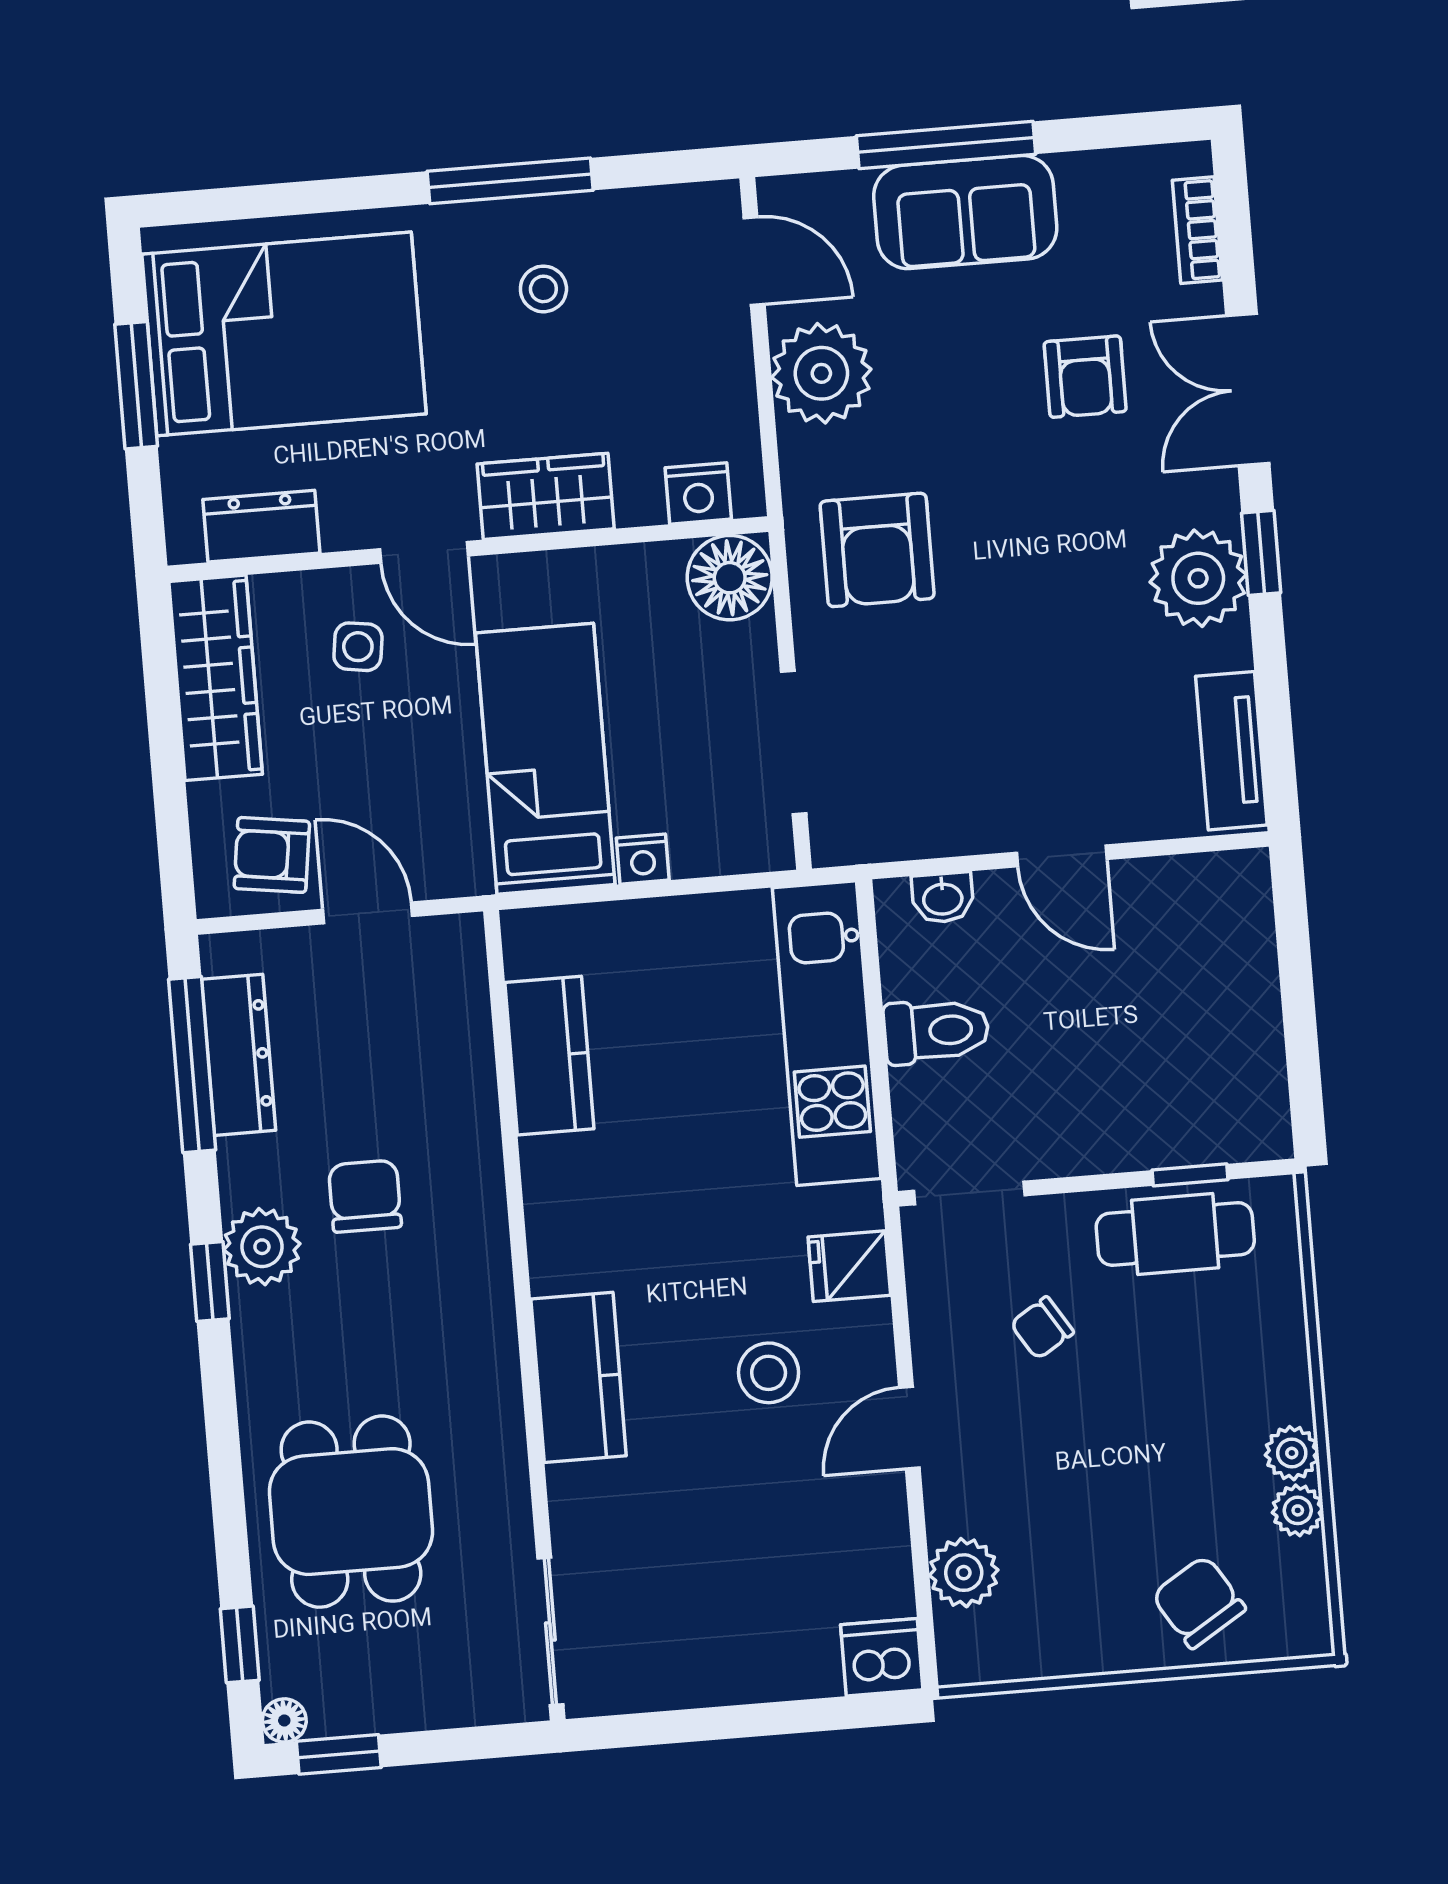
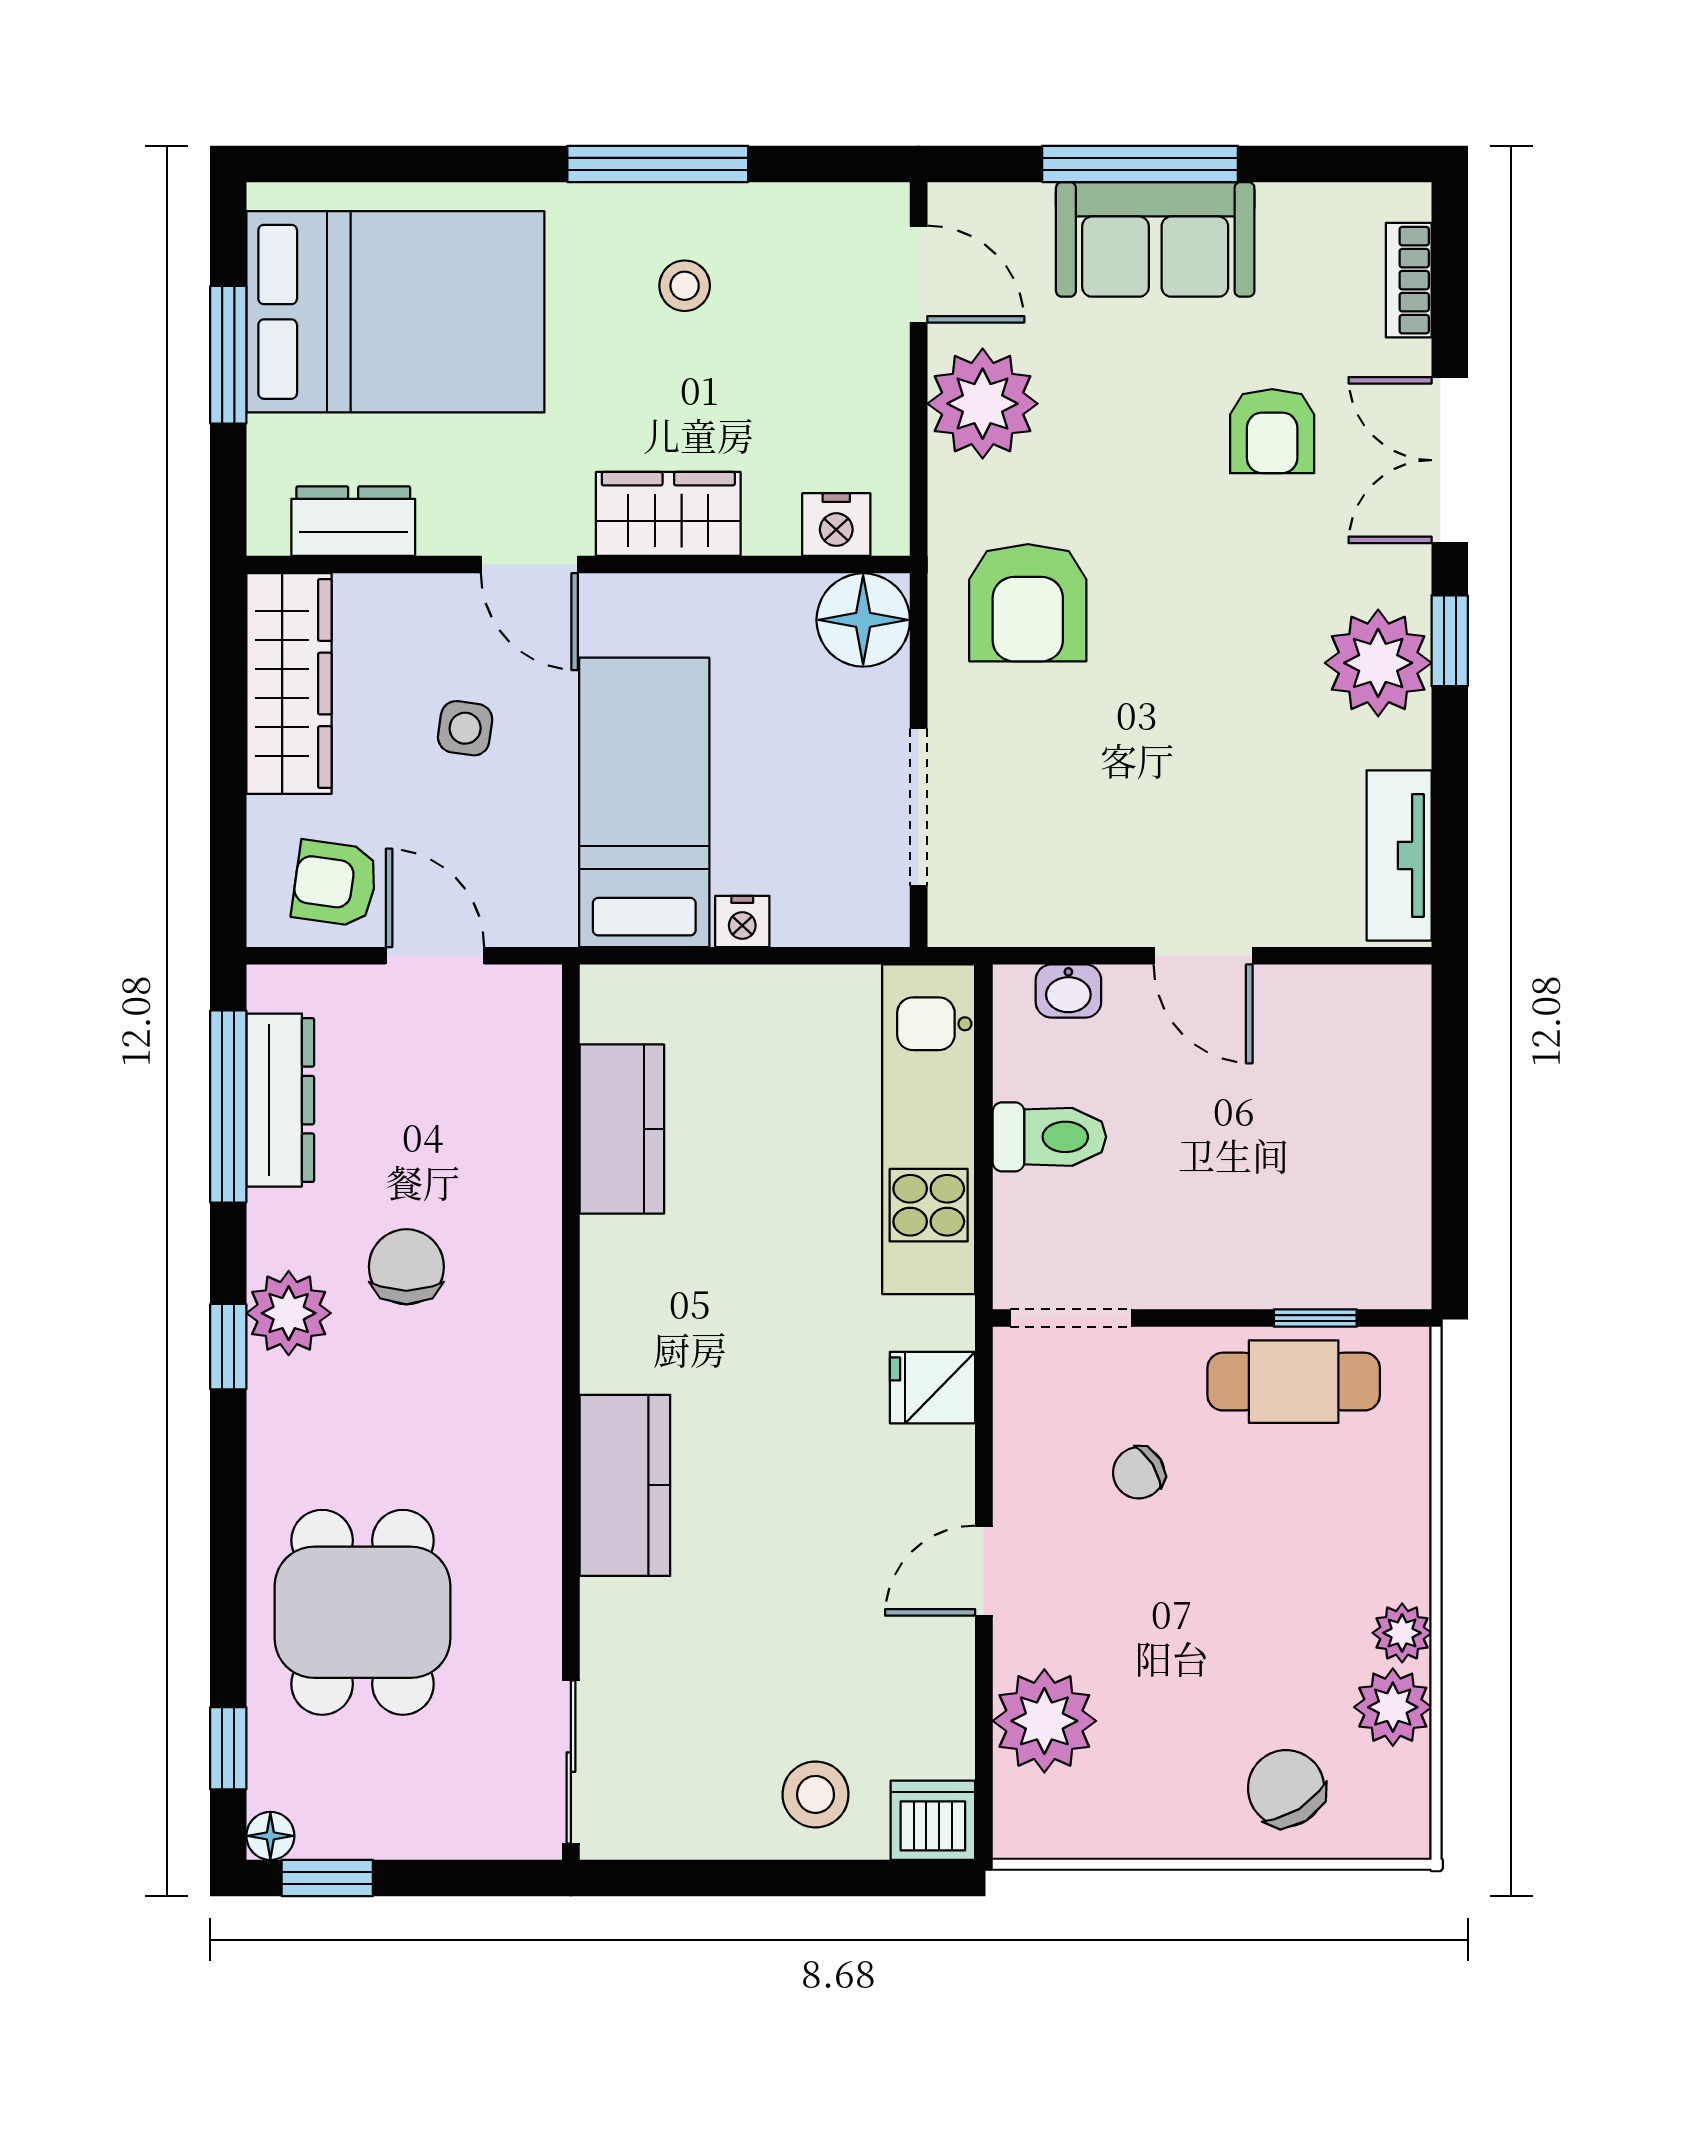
side table: (358, 647) -> (465, 728), moved
stool: (769, 1373) -> (816, 1794), moved
plant: (1298, 1510) -> (1393, 1707), width x1.38, depth x1.38
plant: (964, 1573) -> (1044, 1721), width x1.36, depth x1.36

